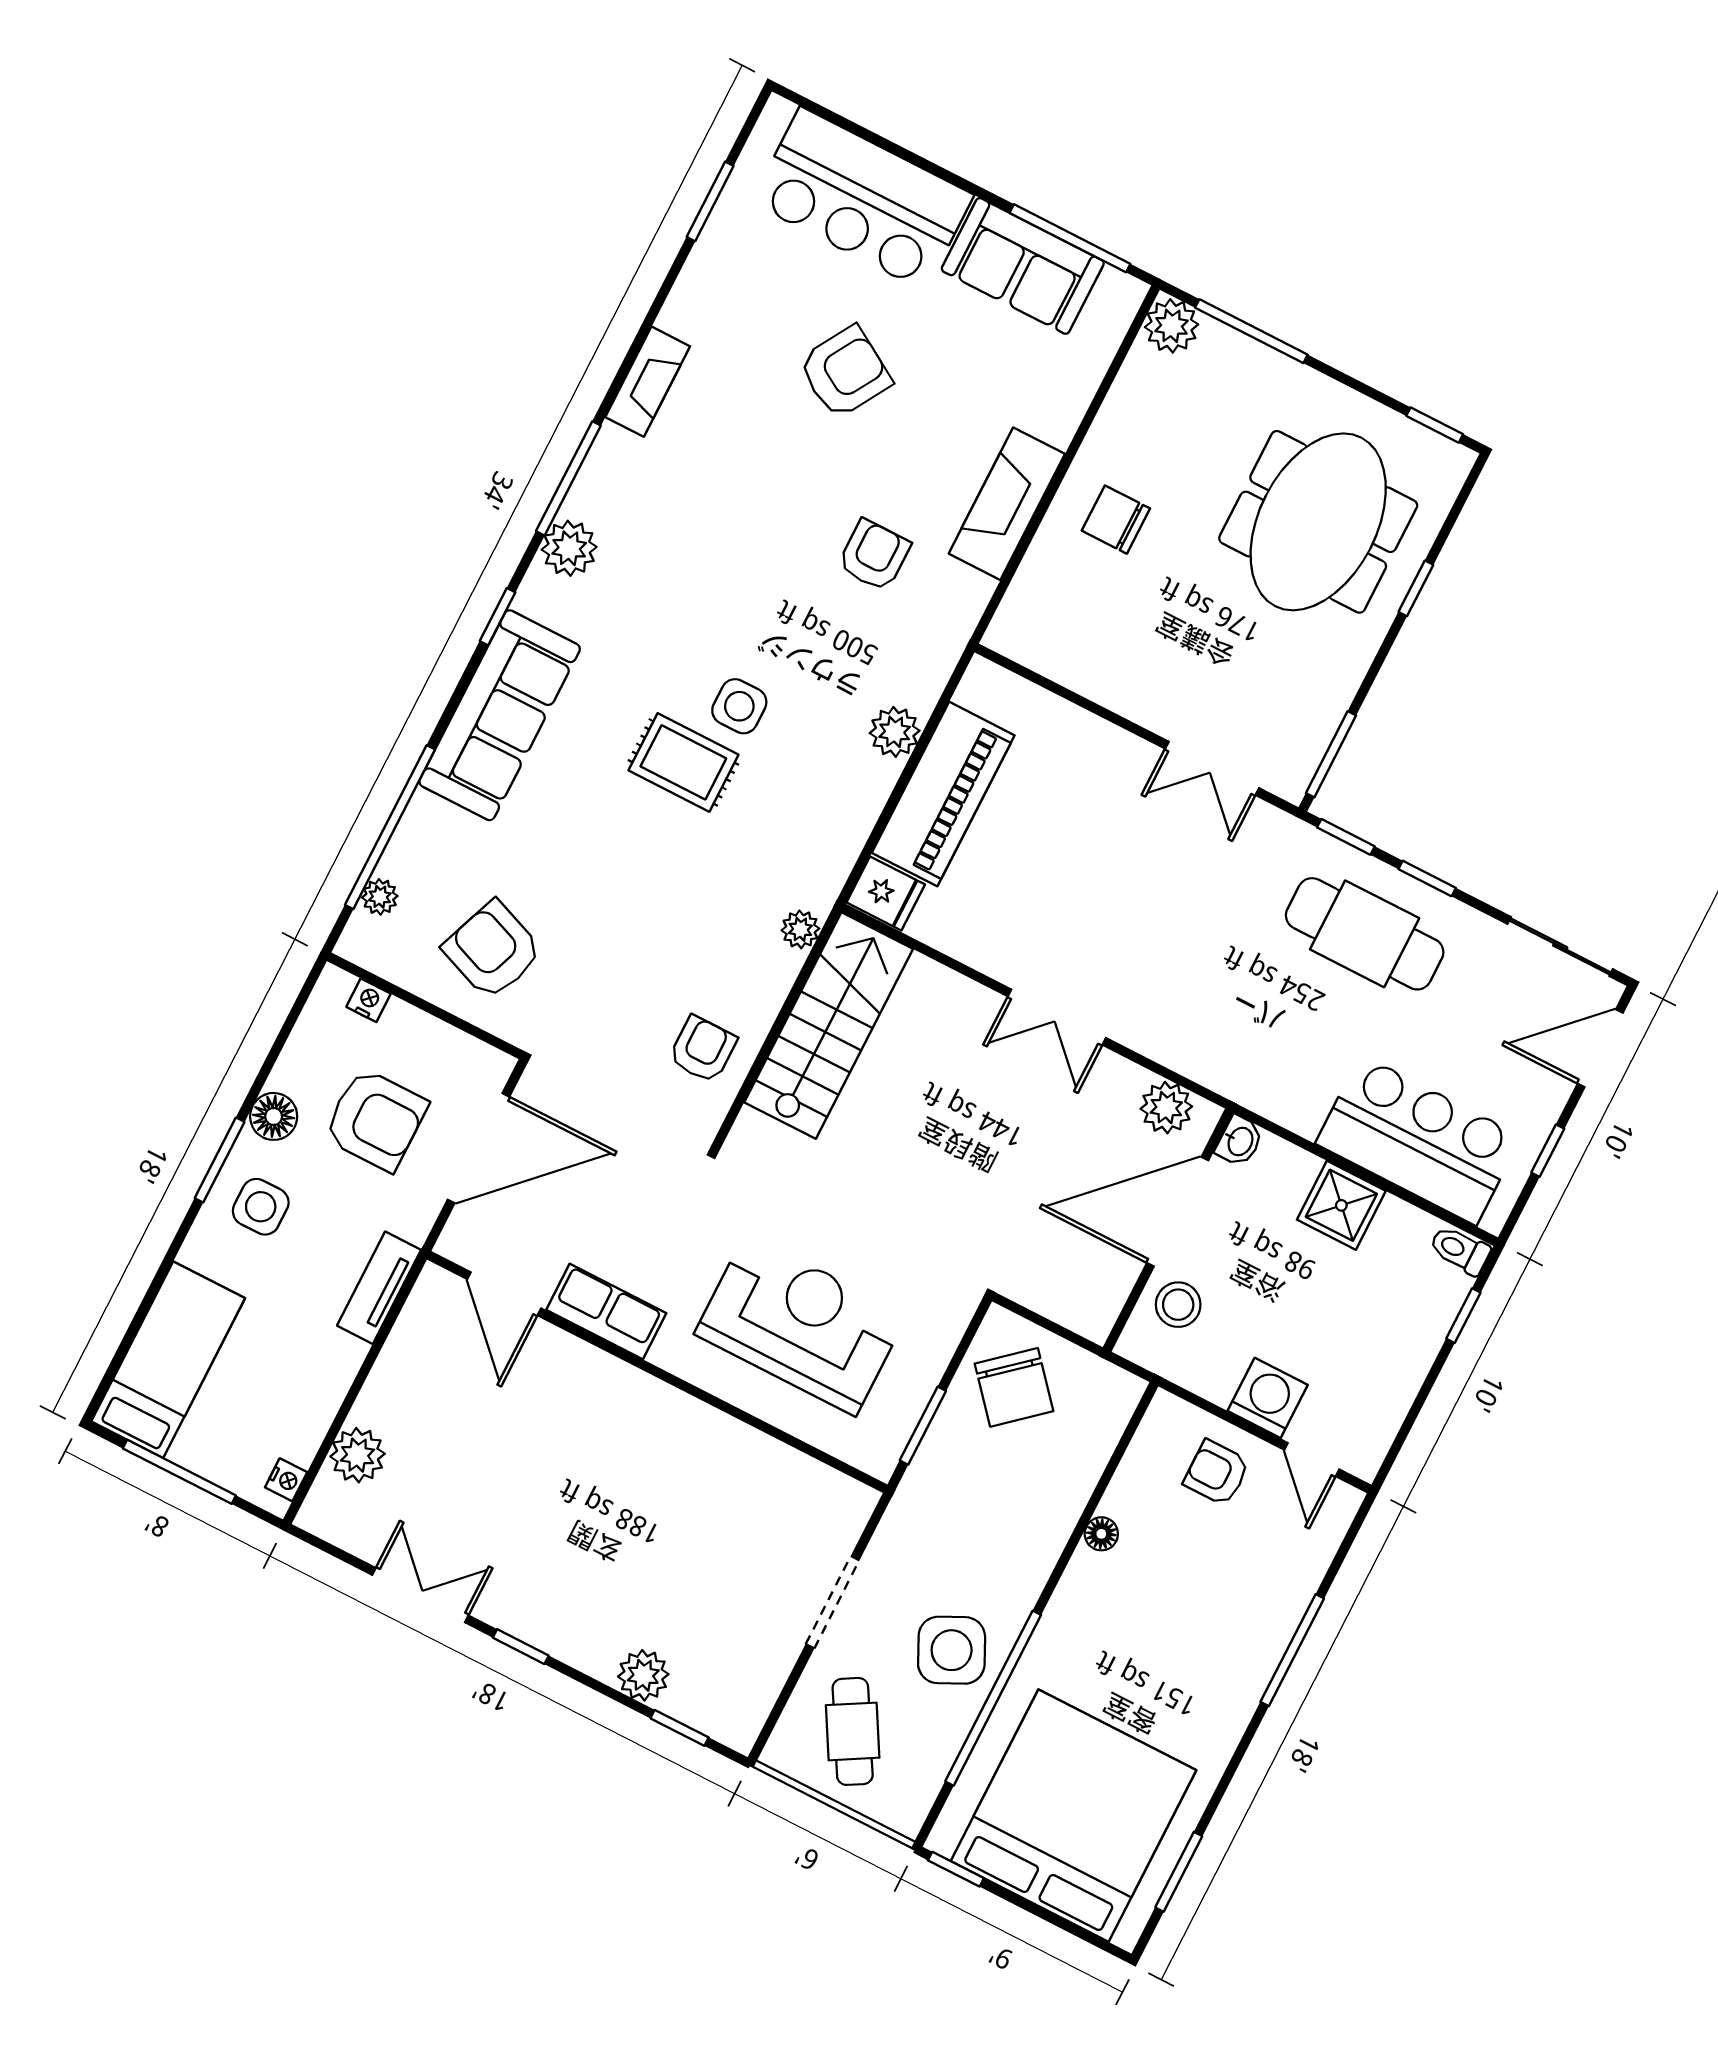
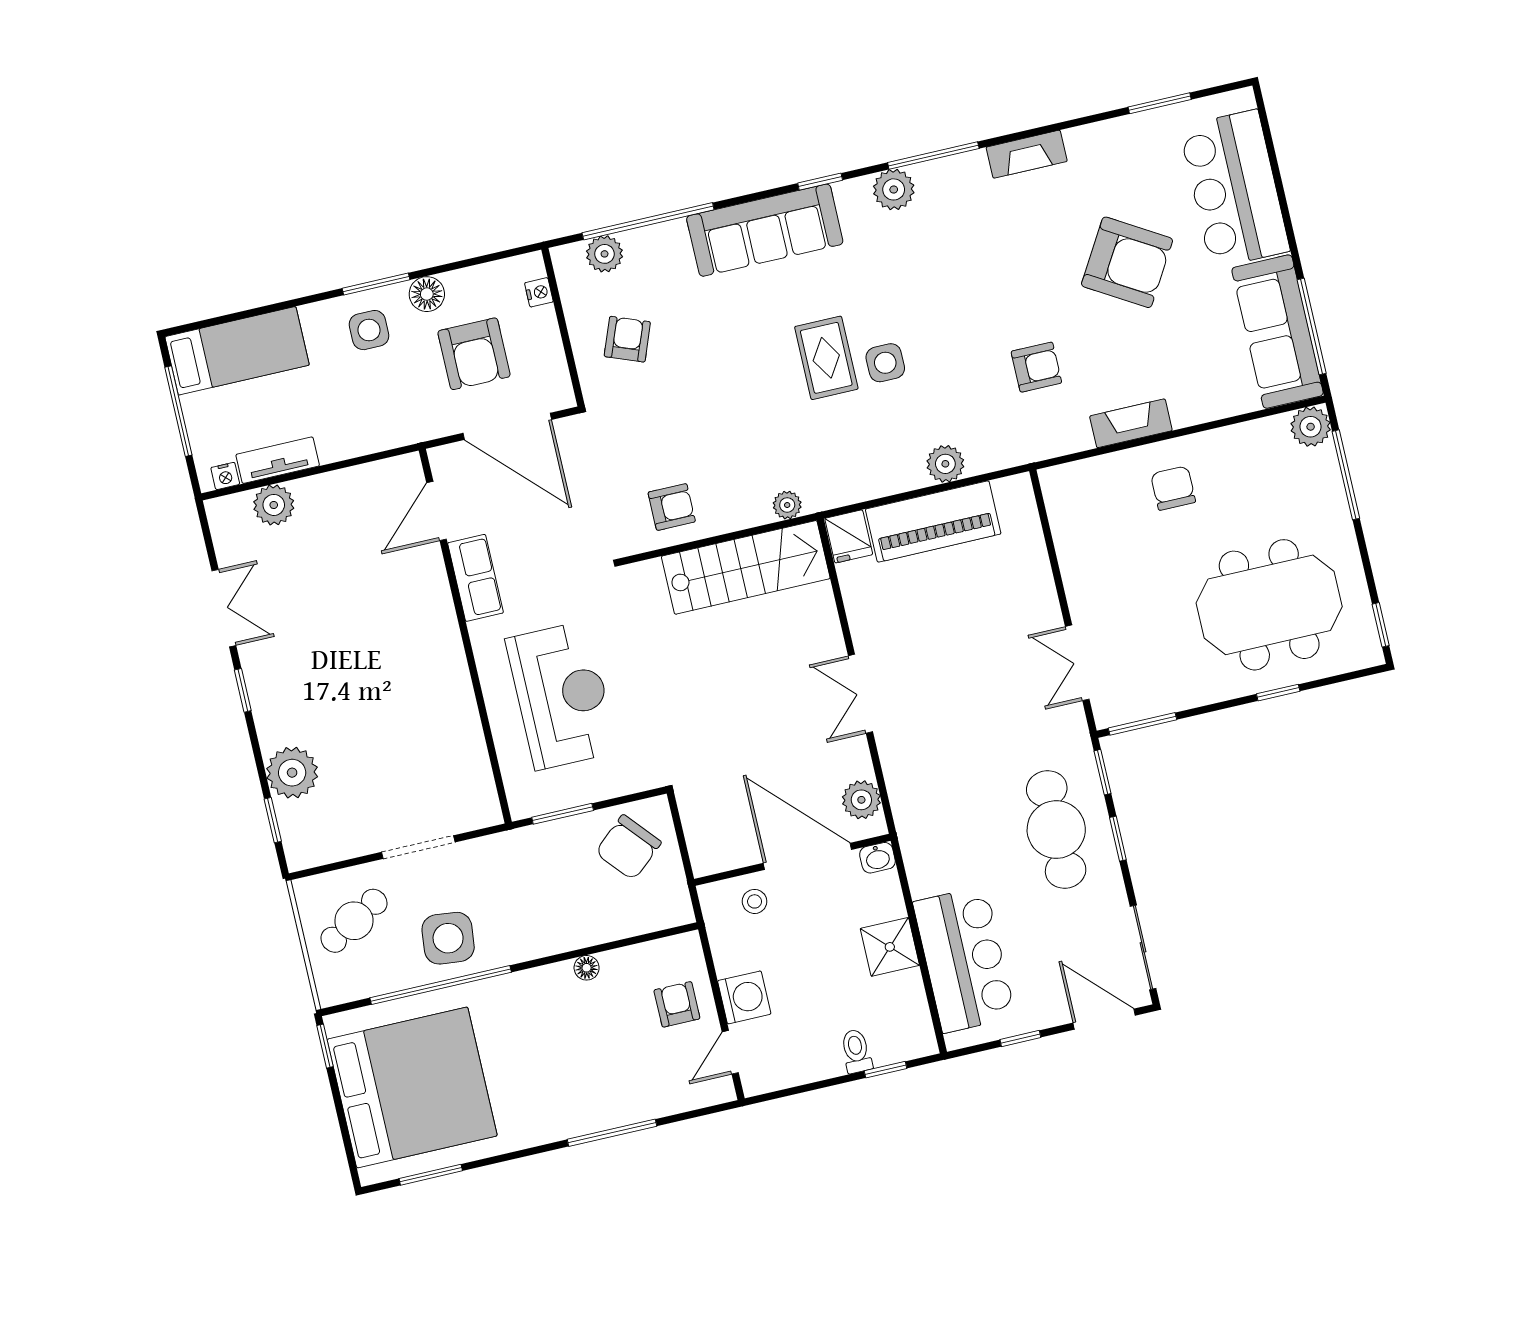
sofa: (1023, 266) -> (1278, 332), width x1.36
armchair: (845, 372) -> (1127, 262), width x1.36, depth x1.36
fireplace: (1007, 504) -> (1131, 423), width x0.73, depth x0.76
plant: (380, 897) -> (605, 254), width x1.38, depth x1.38
armchair: (493, 950) -> (627, 339), width x0.72, depth x0.72
toilet: (1460, 1250) -> (856, 1051), moved
tv unit: (379, 1288) -> (278, 460), moved
stool: (1178, 1305) -> (755, 901), width x0.73, depth x0.73
side table: (952, 1650) -> (448, 938), turned 32
plant: (643, 1675) -> (292, 773), width x1.36, depth x1.36

